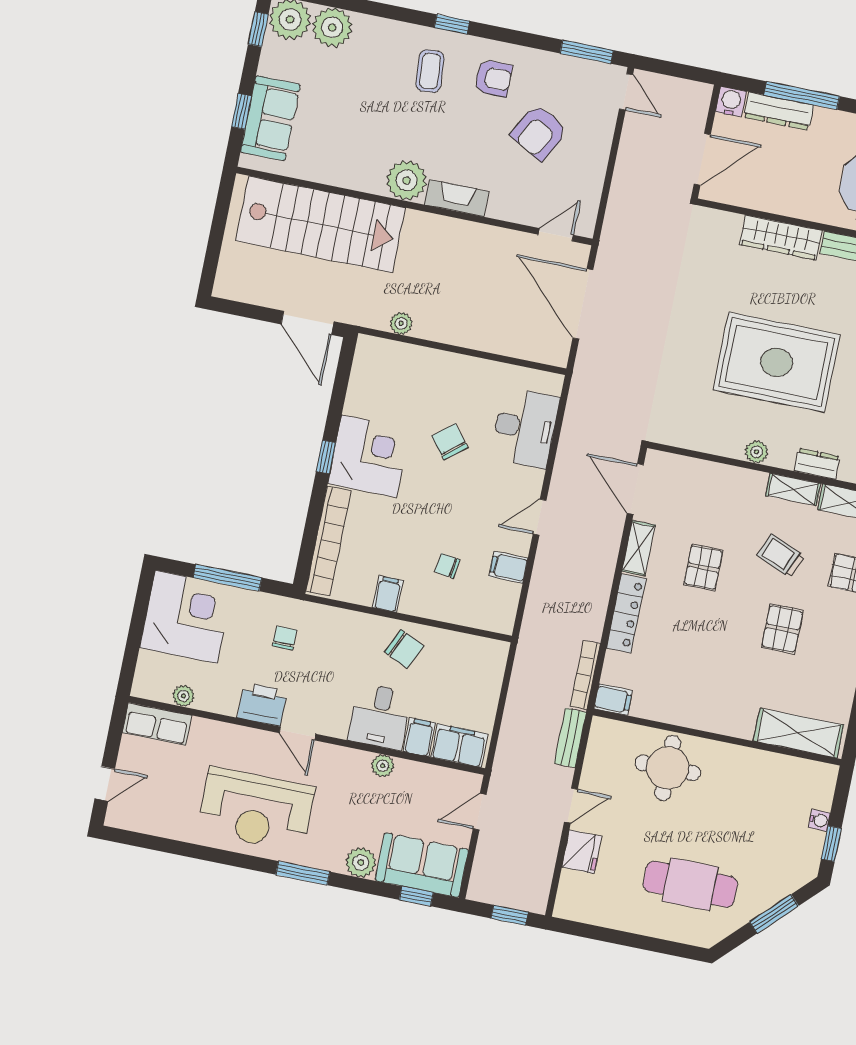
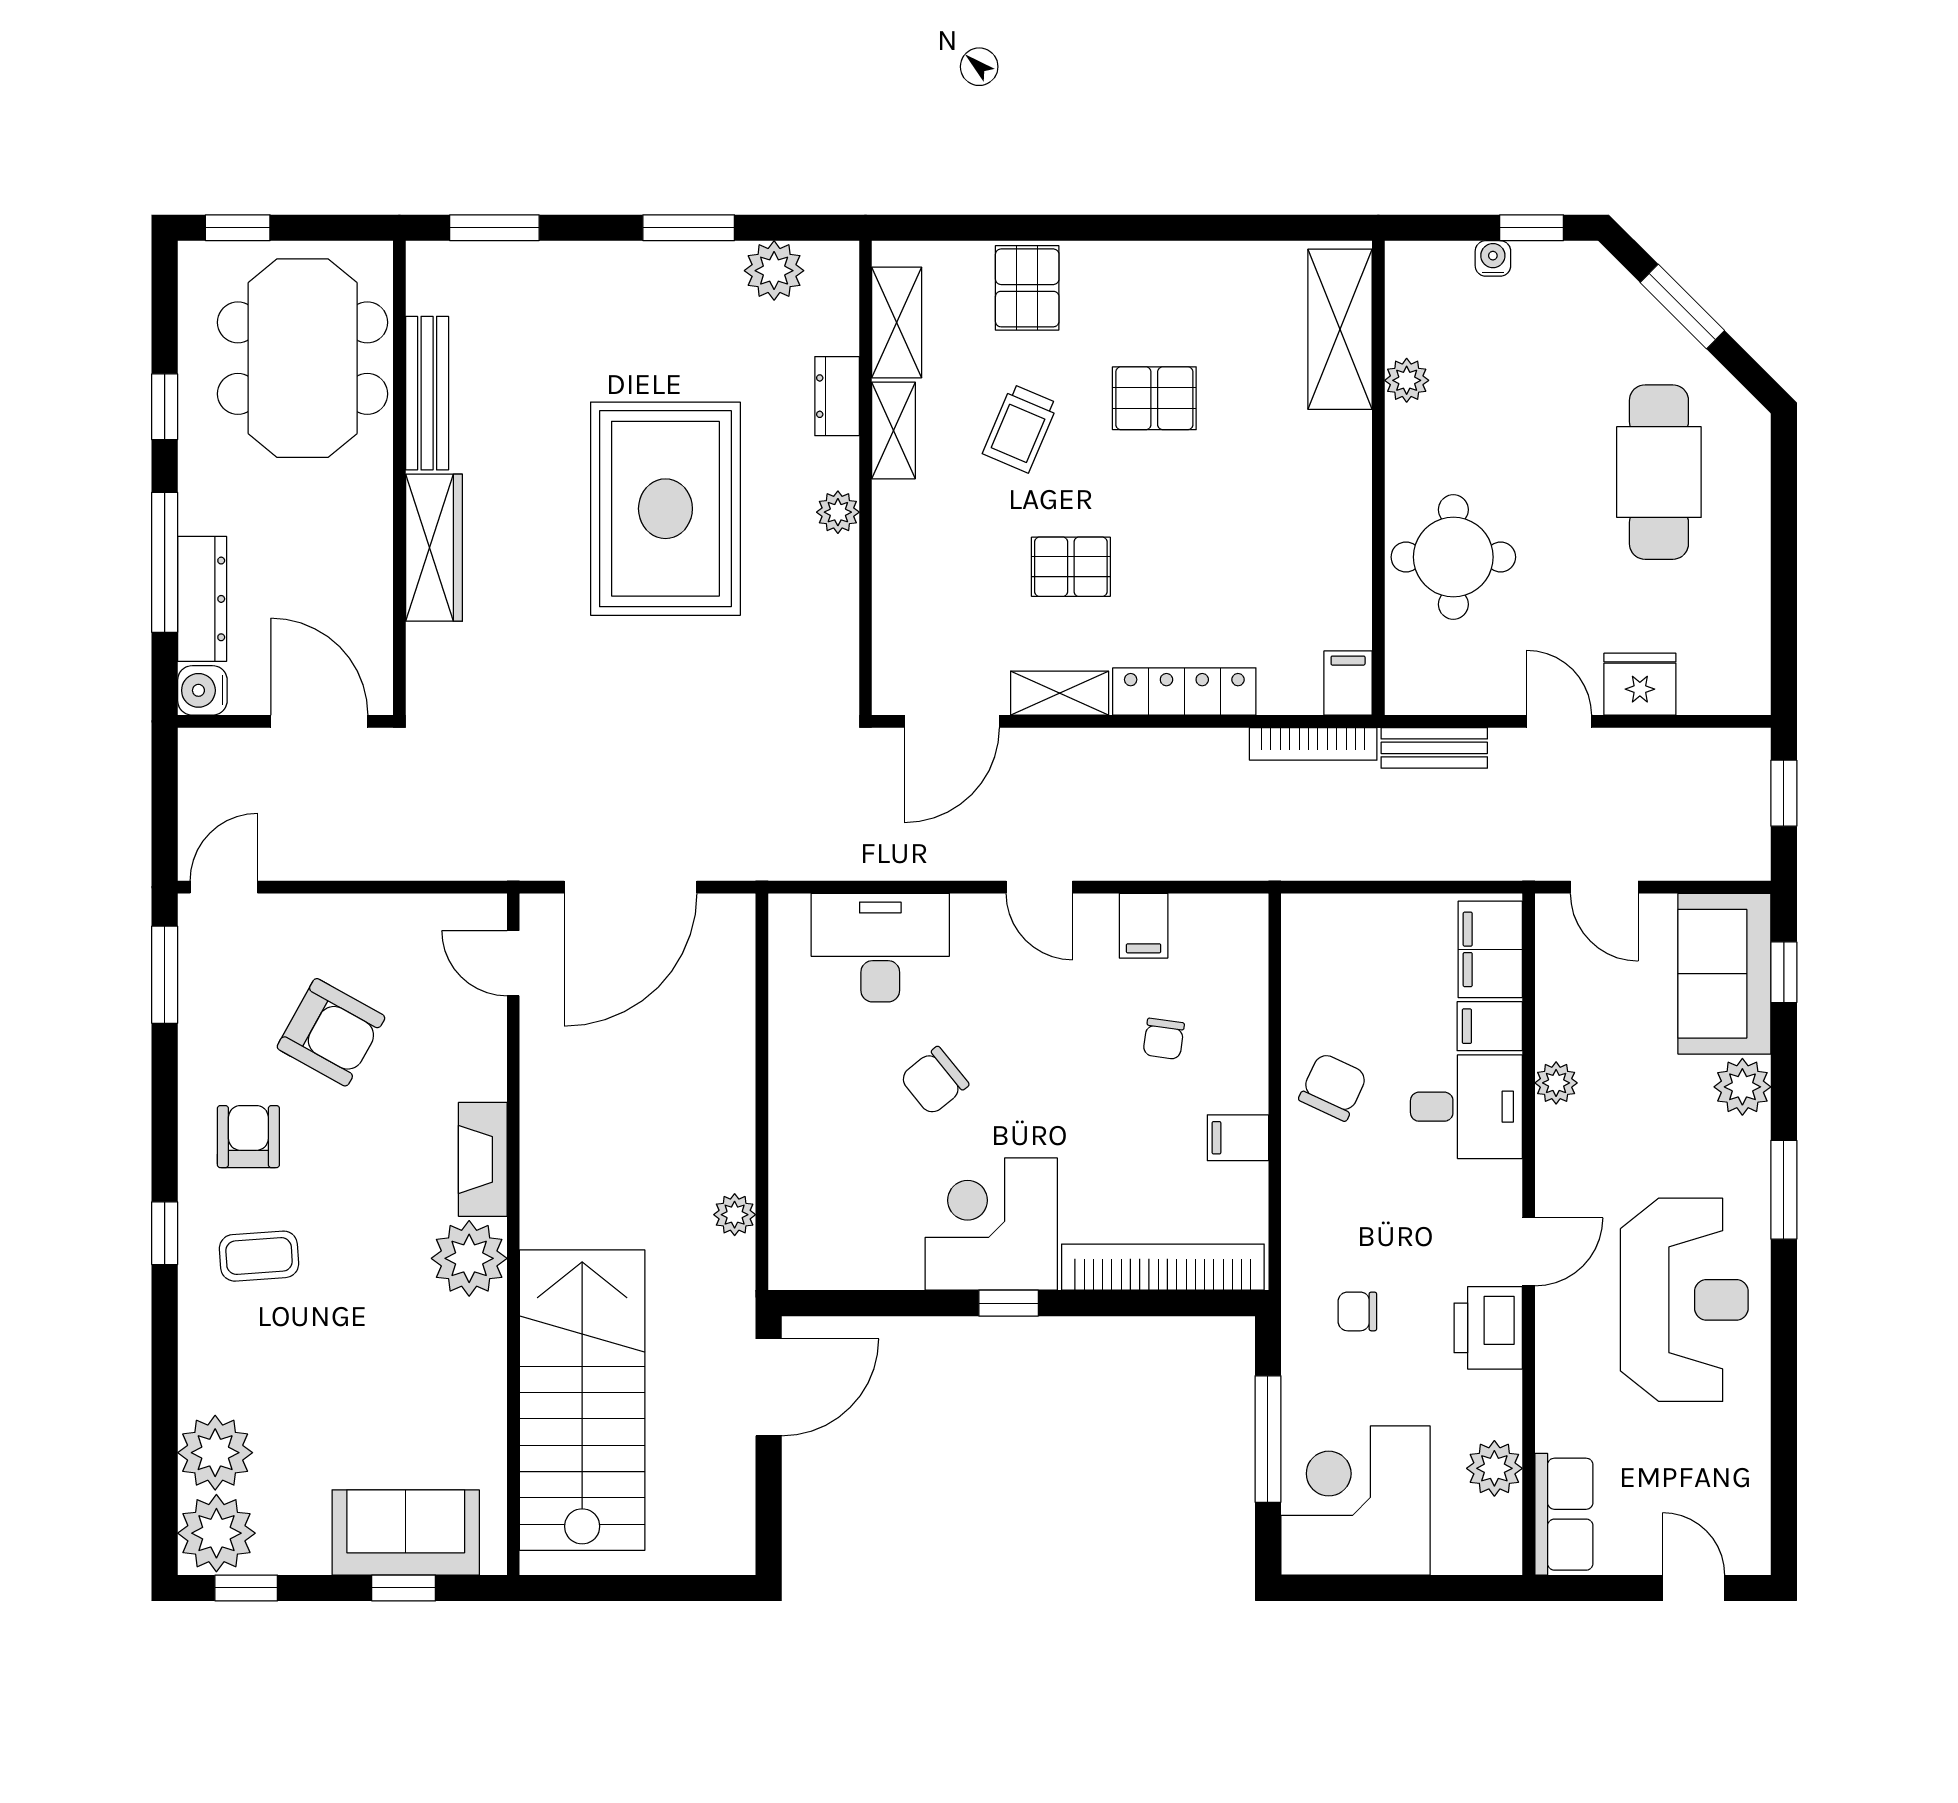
plant: (183, 696) -> (1494, 1468), width x1.38, depth x1.38
plant: (765, 762) -> (1407, 380), added

